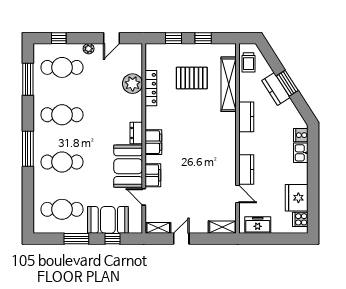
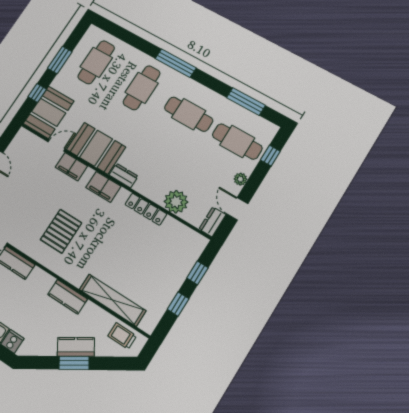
dresser: (131, 50) -> (212, 222), added
cafe table: (62, 67) -> (237, 141), turned 90
pallet: (192, 78) -> (61, 231), moved
locker: (151, 88) -> (146, 209), moved
cafe table: (62, 115) -> (189, 114), turned 90
booth: (108, 220) -> (49, 112), moved
shelving: (158, 228) -> (18, 142), removed

